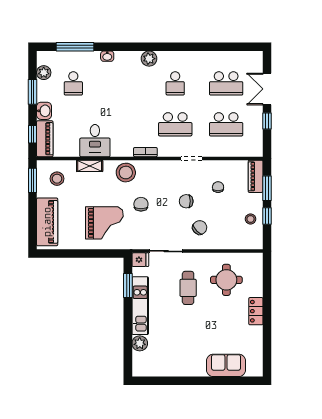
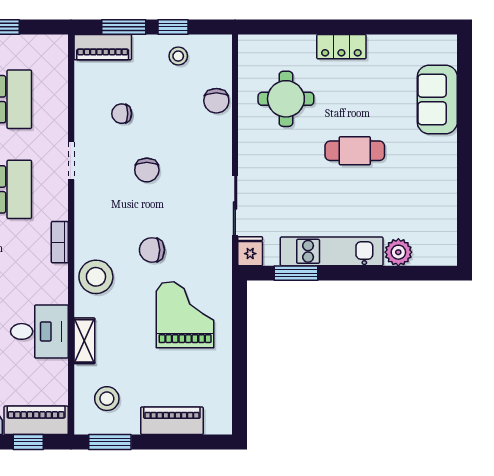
piano: (47, 222) -> (172, 421), width x0.73, depth x0.75
chair: (200, 228) -> (216, 101), moved, turned -136
cafe table: (188, 288) -> (355, 151), moved

